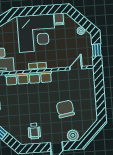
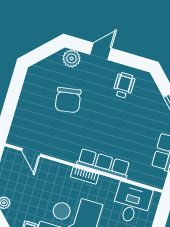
door: (76, 68) -> (31, 152), hinge flipped
row of seats: (29, 78) -> (103, 164), width x0.73

